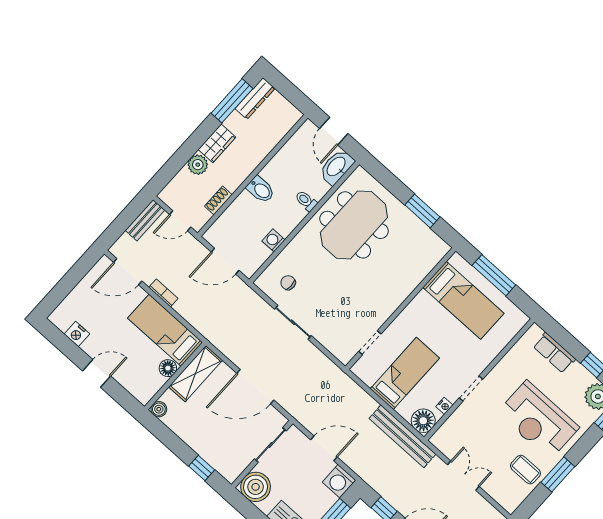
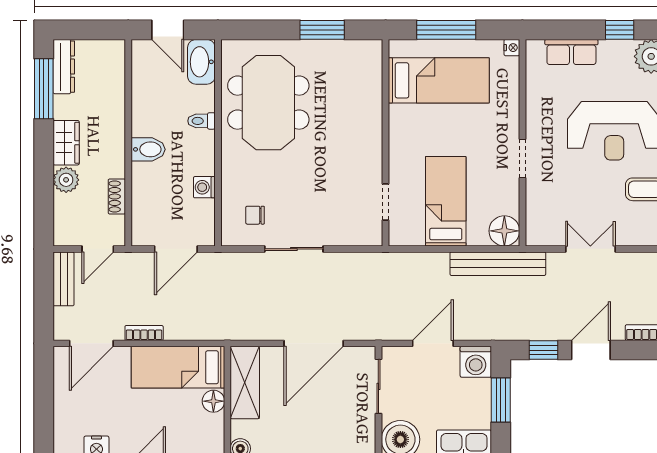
nightstand: (444, 406) -> (512, 48), moved

